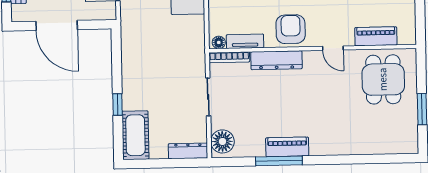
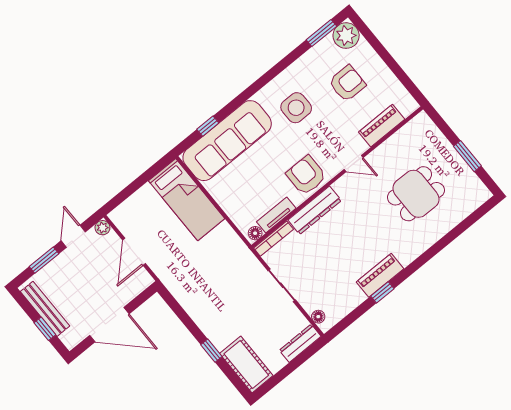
dining table: (383, 79) -> (416, 194), moved, turned 90
floor lamp: (222, 141) -> (318, 317), width x0.53, depth x0.53
window: (279, 161) -> (382, 292), width x0.46

